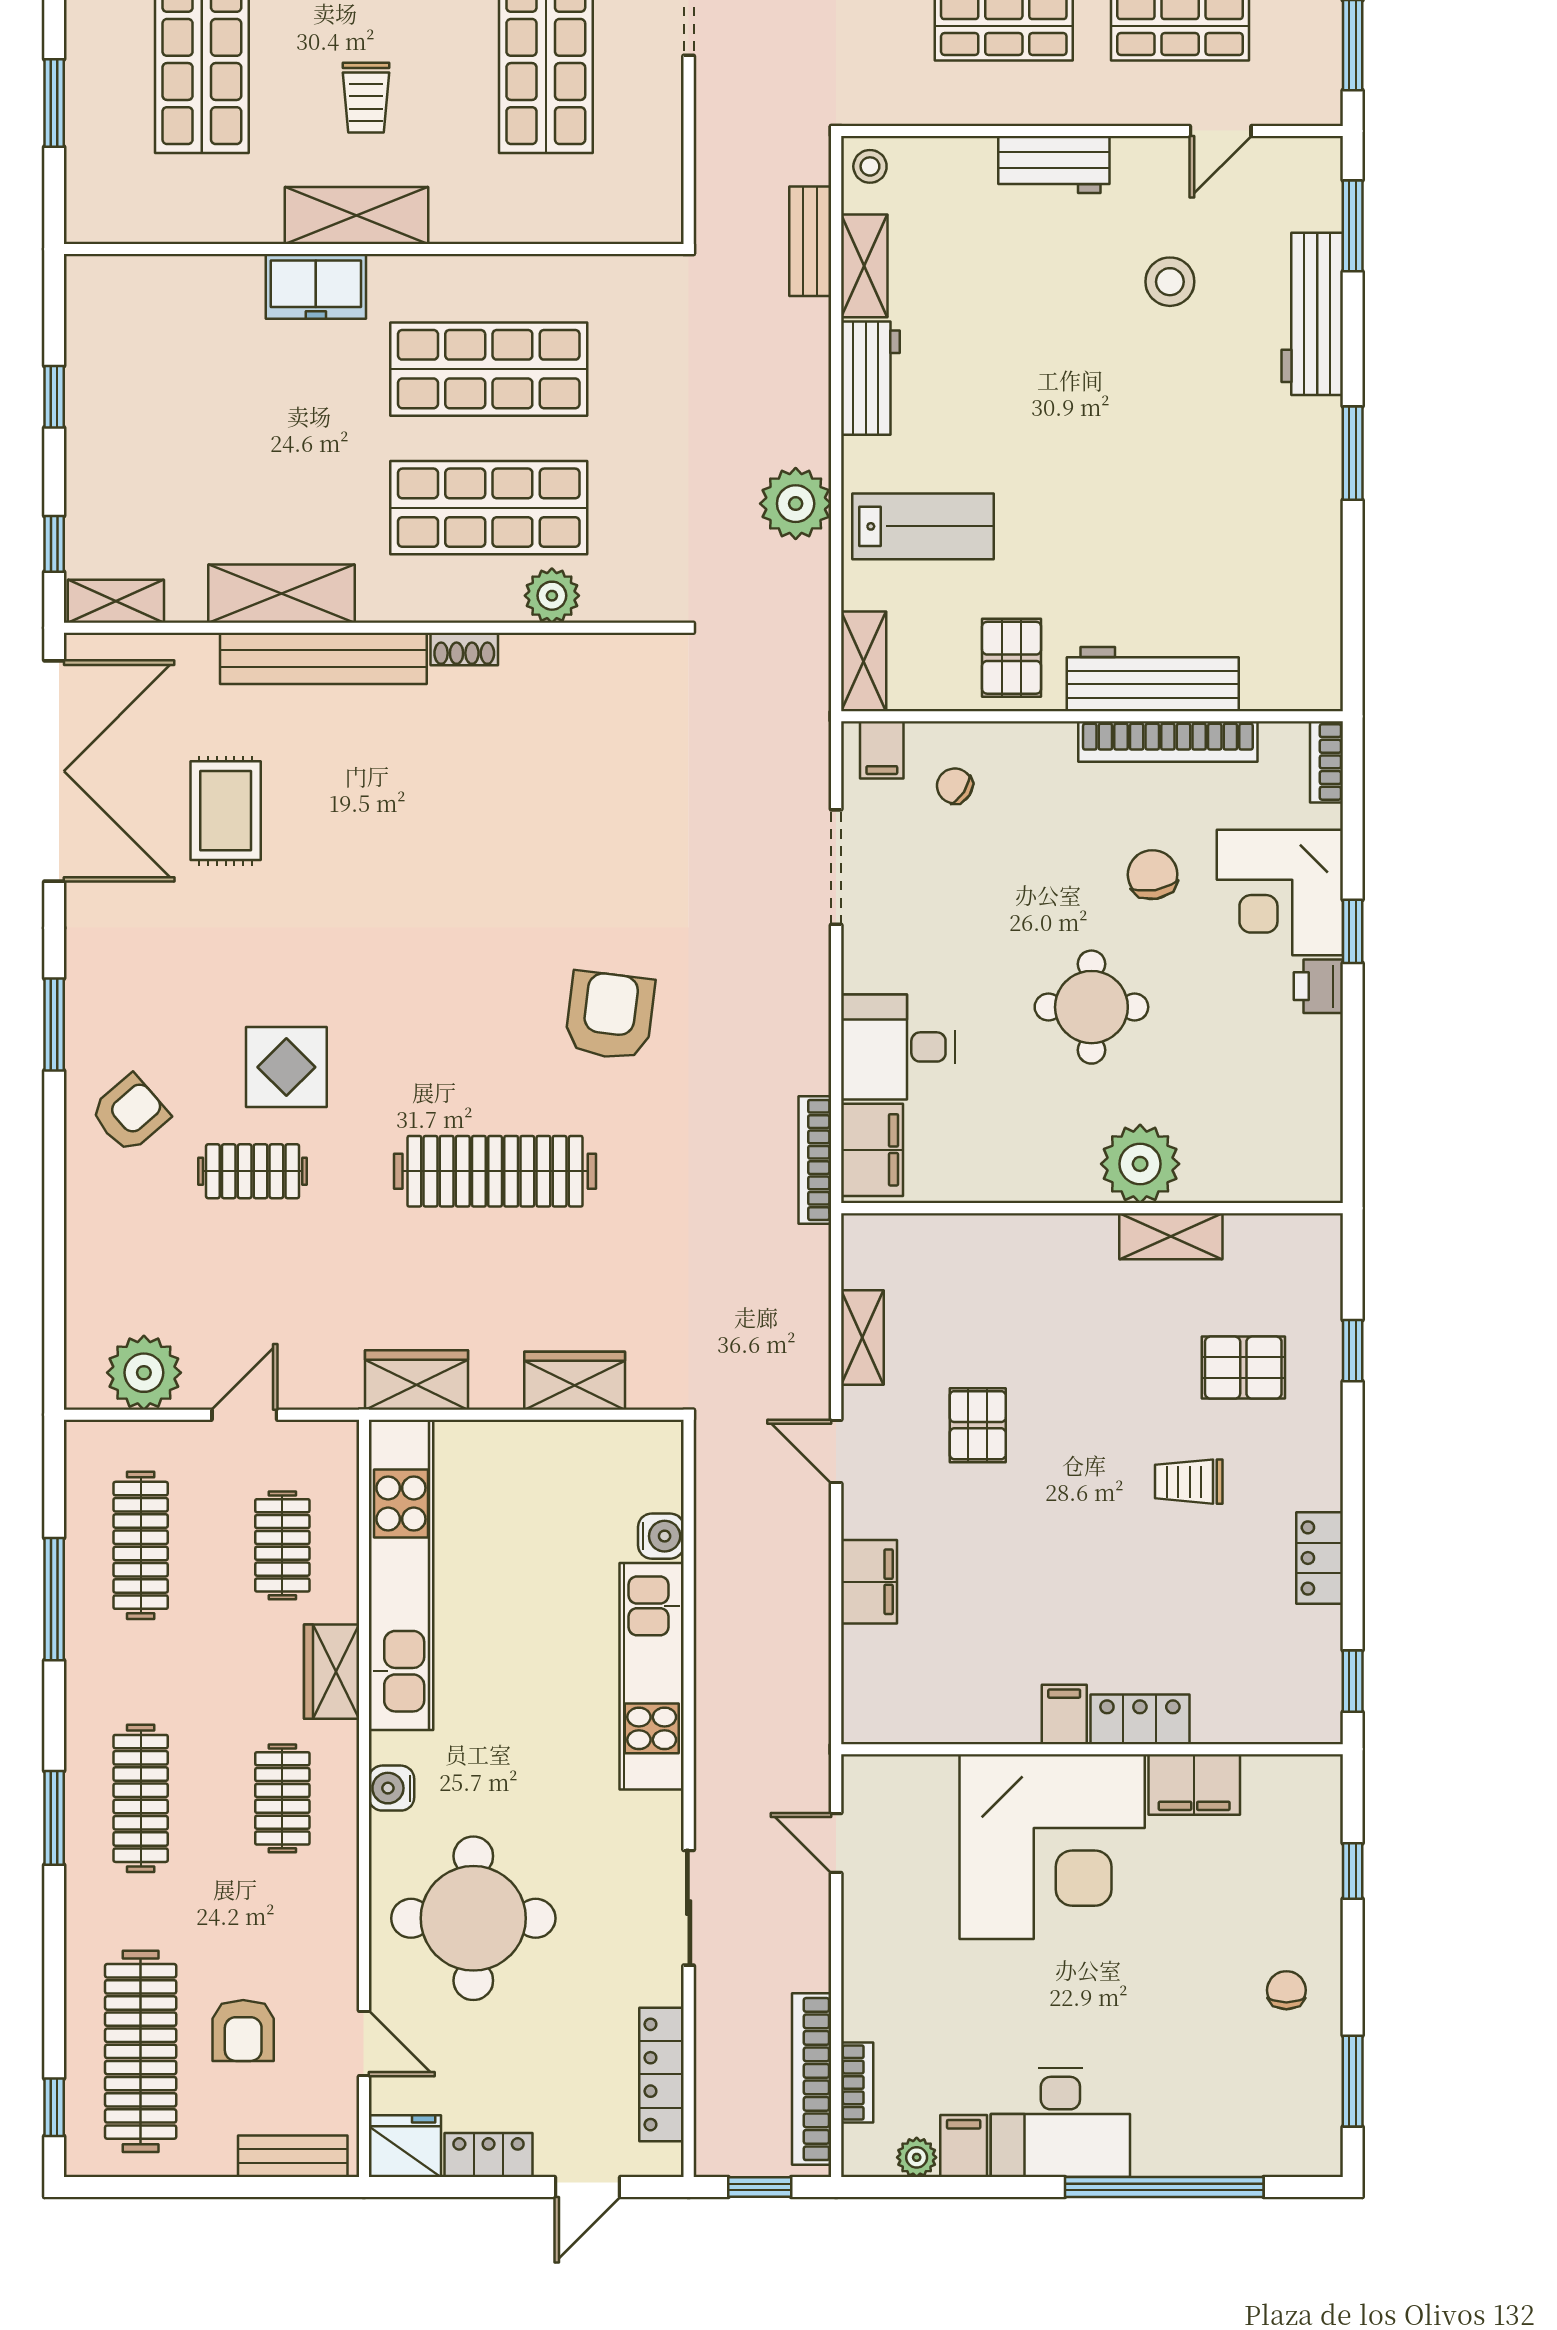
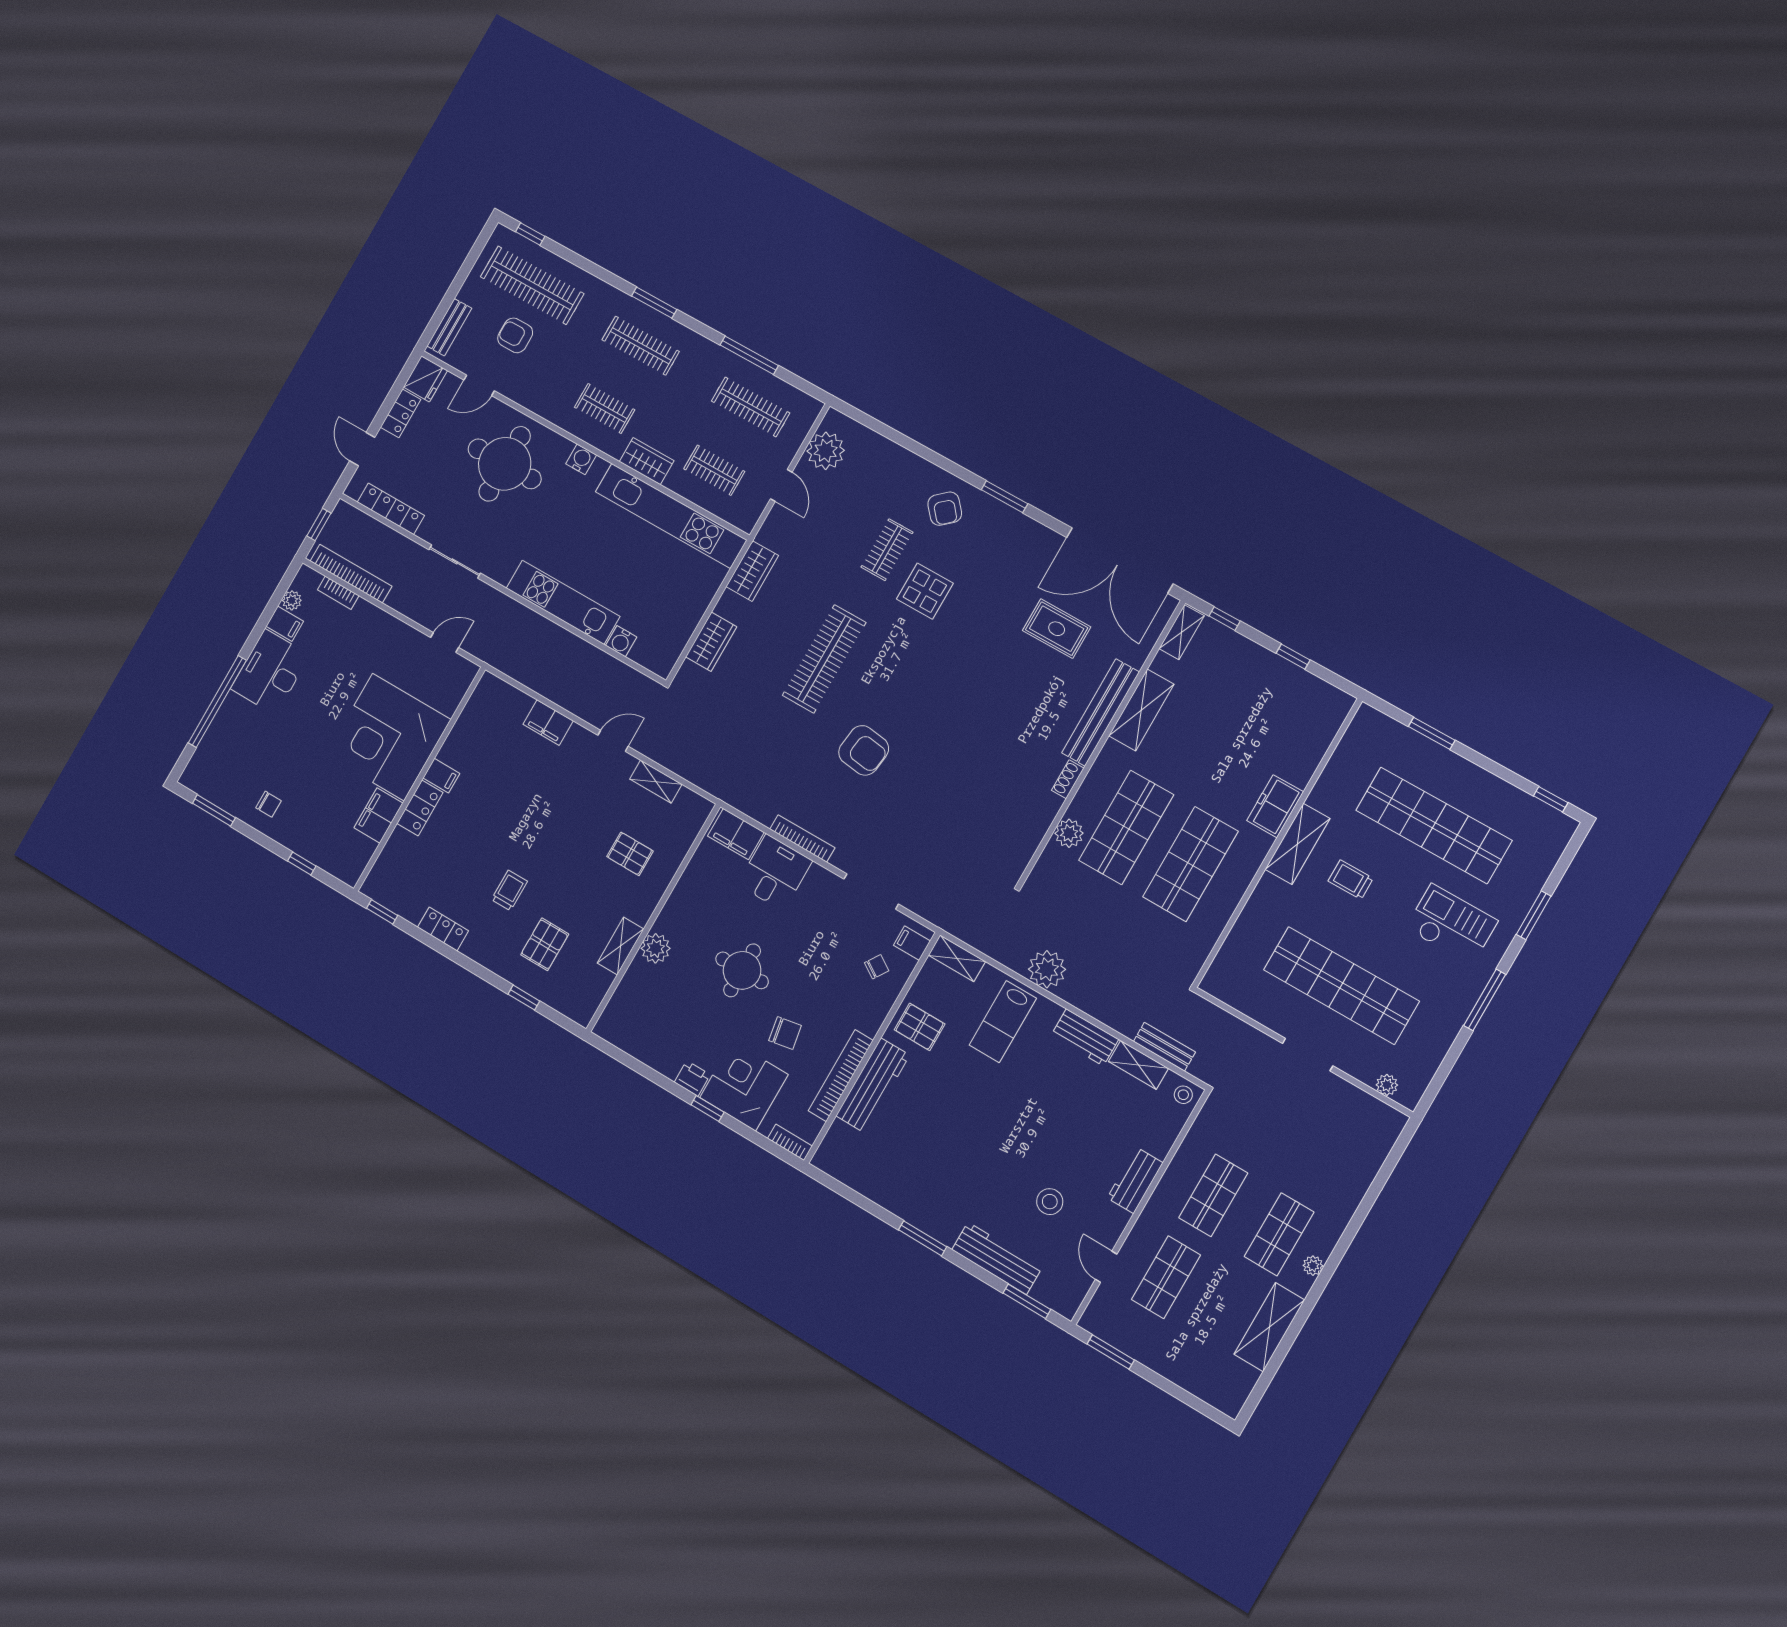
bookcase: (815, 1160) -> (802, 838), moved
plant: (1140, 1164) -> (656, 948), width x0.73, depth x0.73
pallet: (978, 1425) -> (630, 854), moved

